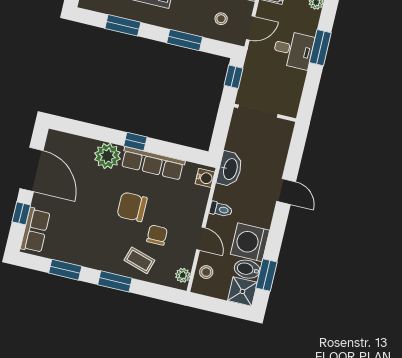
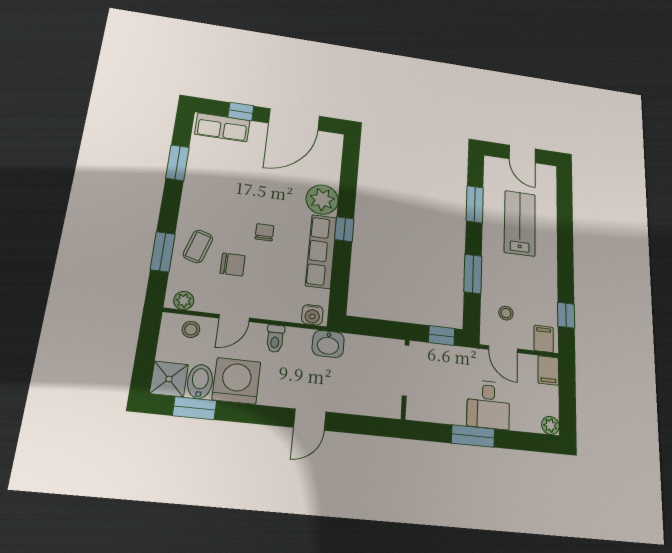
window: (320, 48) -> (473, 436), moved
washbasin: (230, 169) -> (328, 344), width x0.72
chair: (132, 207) -> (264, 232), width x0.54, depth x0.54
window: (115, 281) -> (163, 252), moved

